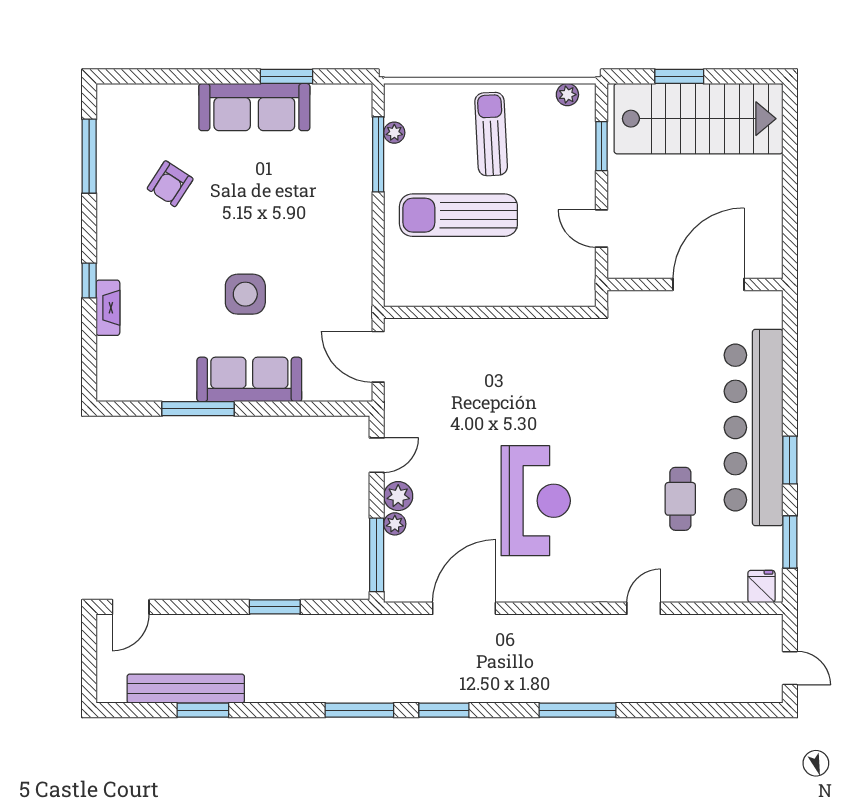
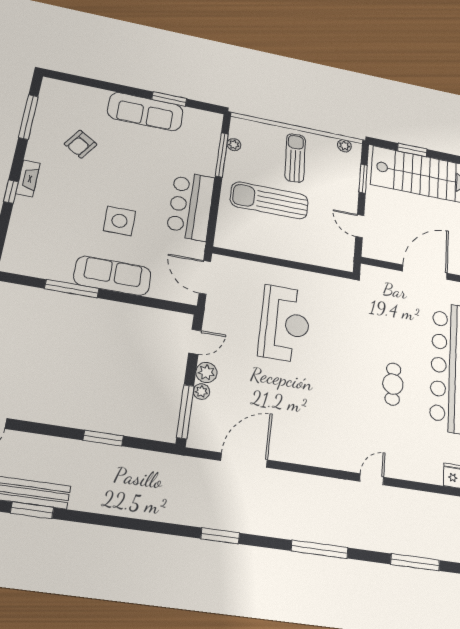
bar counter: (343, 249) -> (191, 206), added
fireplace: (108, 308) -> (28, 178), moved
cafe table: (680, 499) -> (393, 384), moved
reception desk: (536, 501) -> (285, 324), moved
window: (359, 710) -> (415, 562), moved

